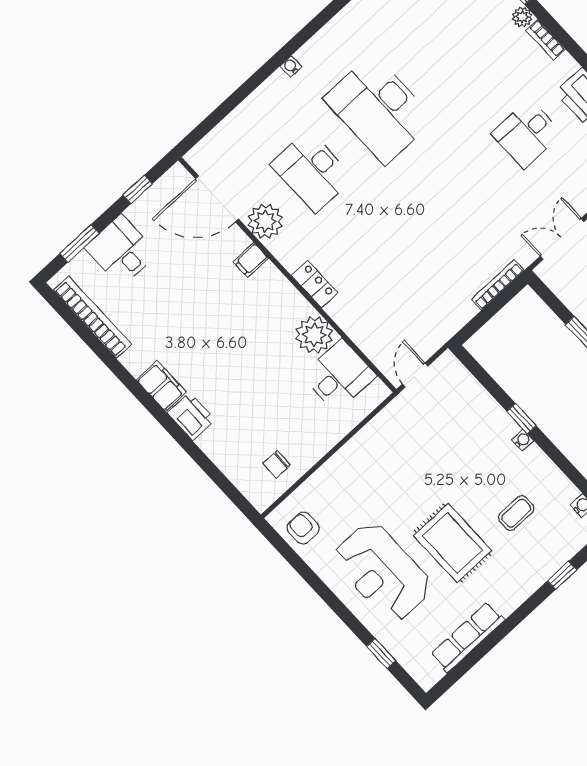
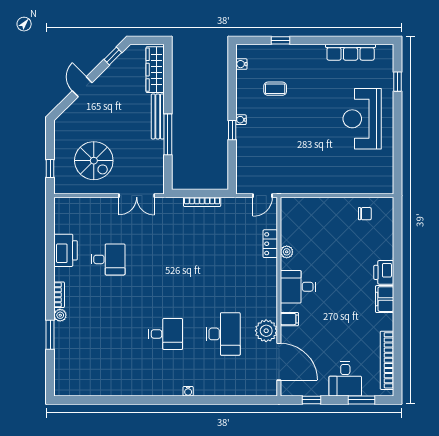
desk: (379, 109) -> (166, 334), width x0.53, depth x0.77
locker: (314, 284) -> (270, 244), moved
bookcase: (498, 285) -> (202, 202), moved
plant: (314, 335) -> (287, 252), width x0.53, depth x0.53
desk: (339, 376) -> (298, 287), moved
armchair: (303, 528) -> (380, 173), removed
rug: (452, 543) -> (317, 102), removed
reception desk: (382, 572) -> (362, 119), turned 180

